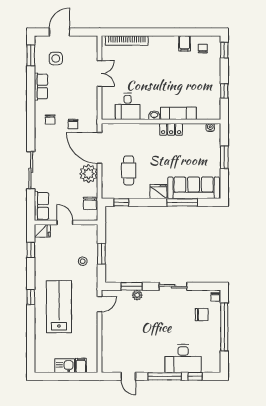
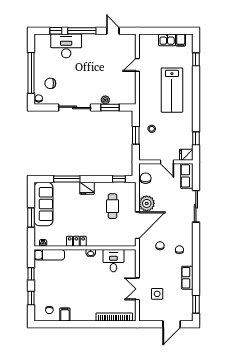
window: (224, 50) -> (31, 298), moved
side table: (56, 58) -> (157, 294), moved
exam couch: (178, 113) -> (49, 255), moved
door: (100, 148) -> (137, 225), hinge flipped
sofa: (194, 188) -> (43, 204), moved, turned -90
sliding door: (173, 286) -> (75, 107), width x1.37
window: (31, 297) -> (196, 59), moved
door: (100, 304) -> (137, 65), moved
filing cabinet: (81, 365) -> (181, 40), moved

